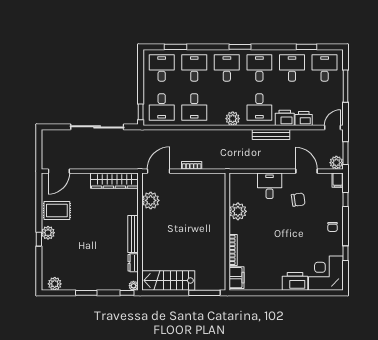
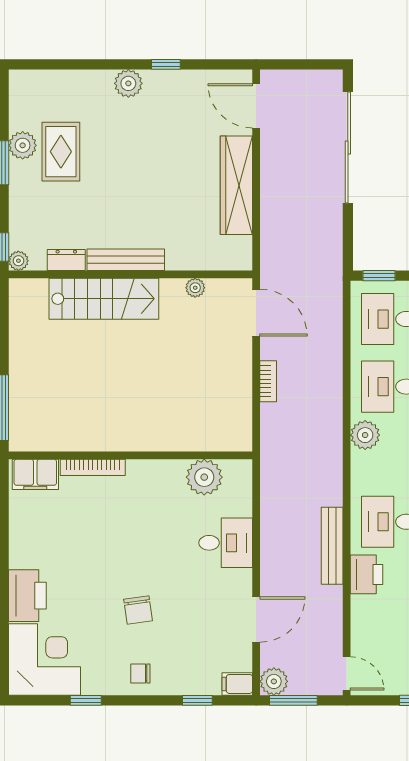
plant: (233, 119) -> (365, 435), moved
printer: (304, 119) -> (365, 614), removed
sliding door: (97, 127) -> (348, 148), moved
wardrobe: (114, 181) -> (236, 185), moved
plant: (151, 200) -> (195, 288), width x0.53, depth x0.53
chair: (298, 200) -> (138, 610), moved
rug: (57, 210) -> (61, 152), moved
plant: (238, 211) -> (204, 477), moved
window: (39, 239) -> (166, 64), moved
stairs: (168, 280) -> (104, 299), moved, turned 90
plant: (55, 284) -> (23, 145), moved

